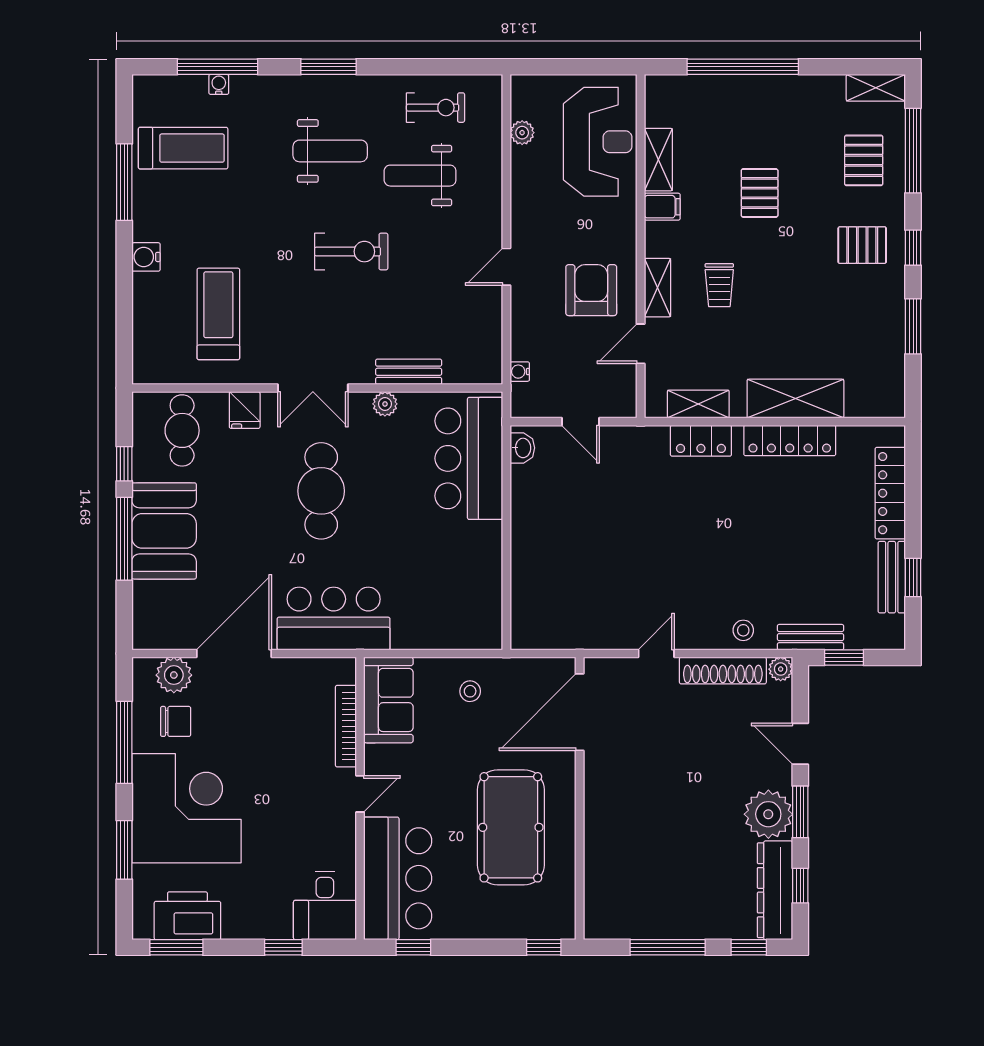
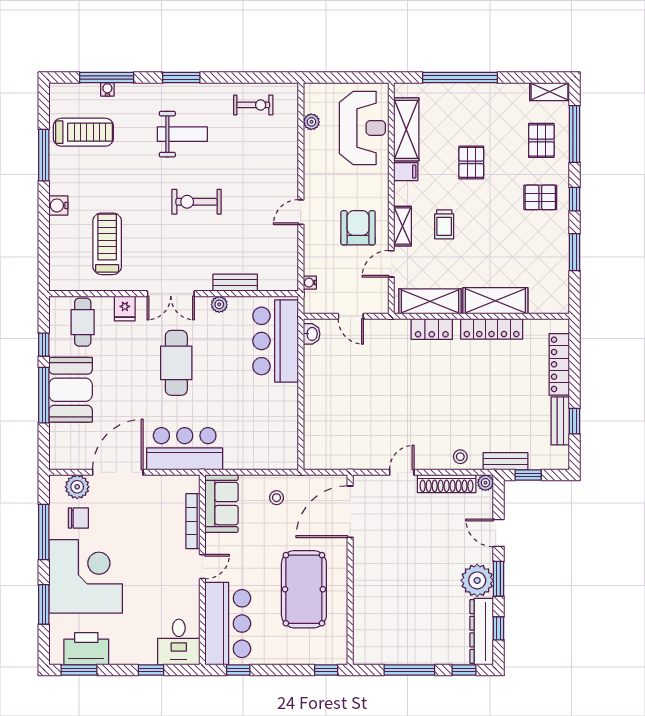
shelving: (658, 160) -> (406, 129), width x1.50, depth x1.33
weight bench: (420, 176) -> (243, 151), removed
exercise bike: (351, 252) -> (197, 202), turned 180
shelving: (698, 404) -> (430, 301), width x1.50, depth x1.33

